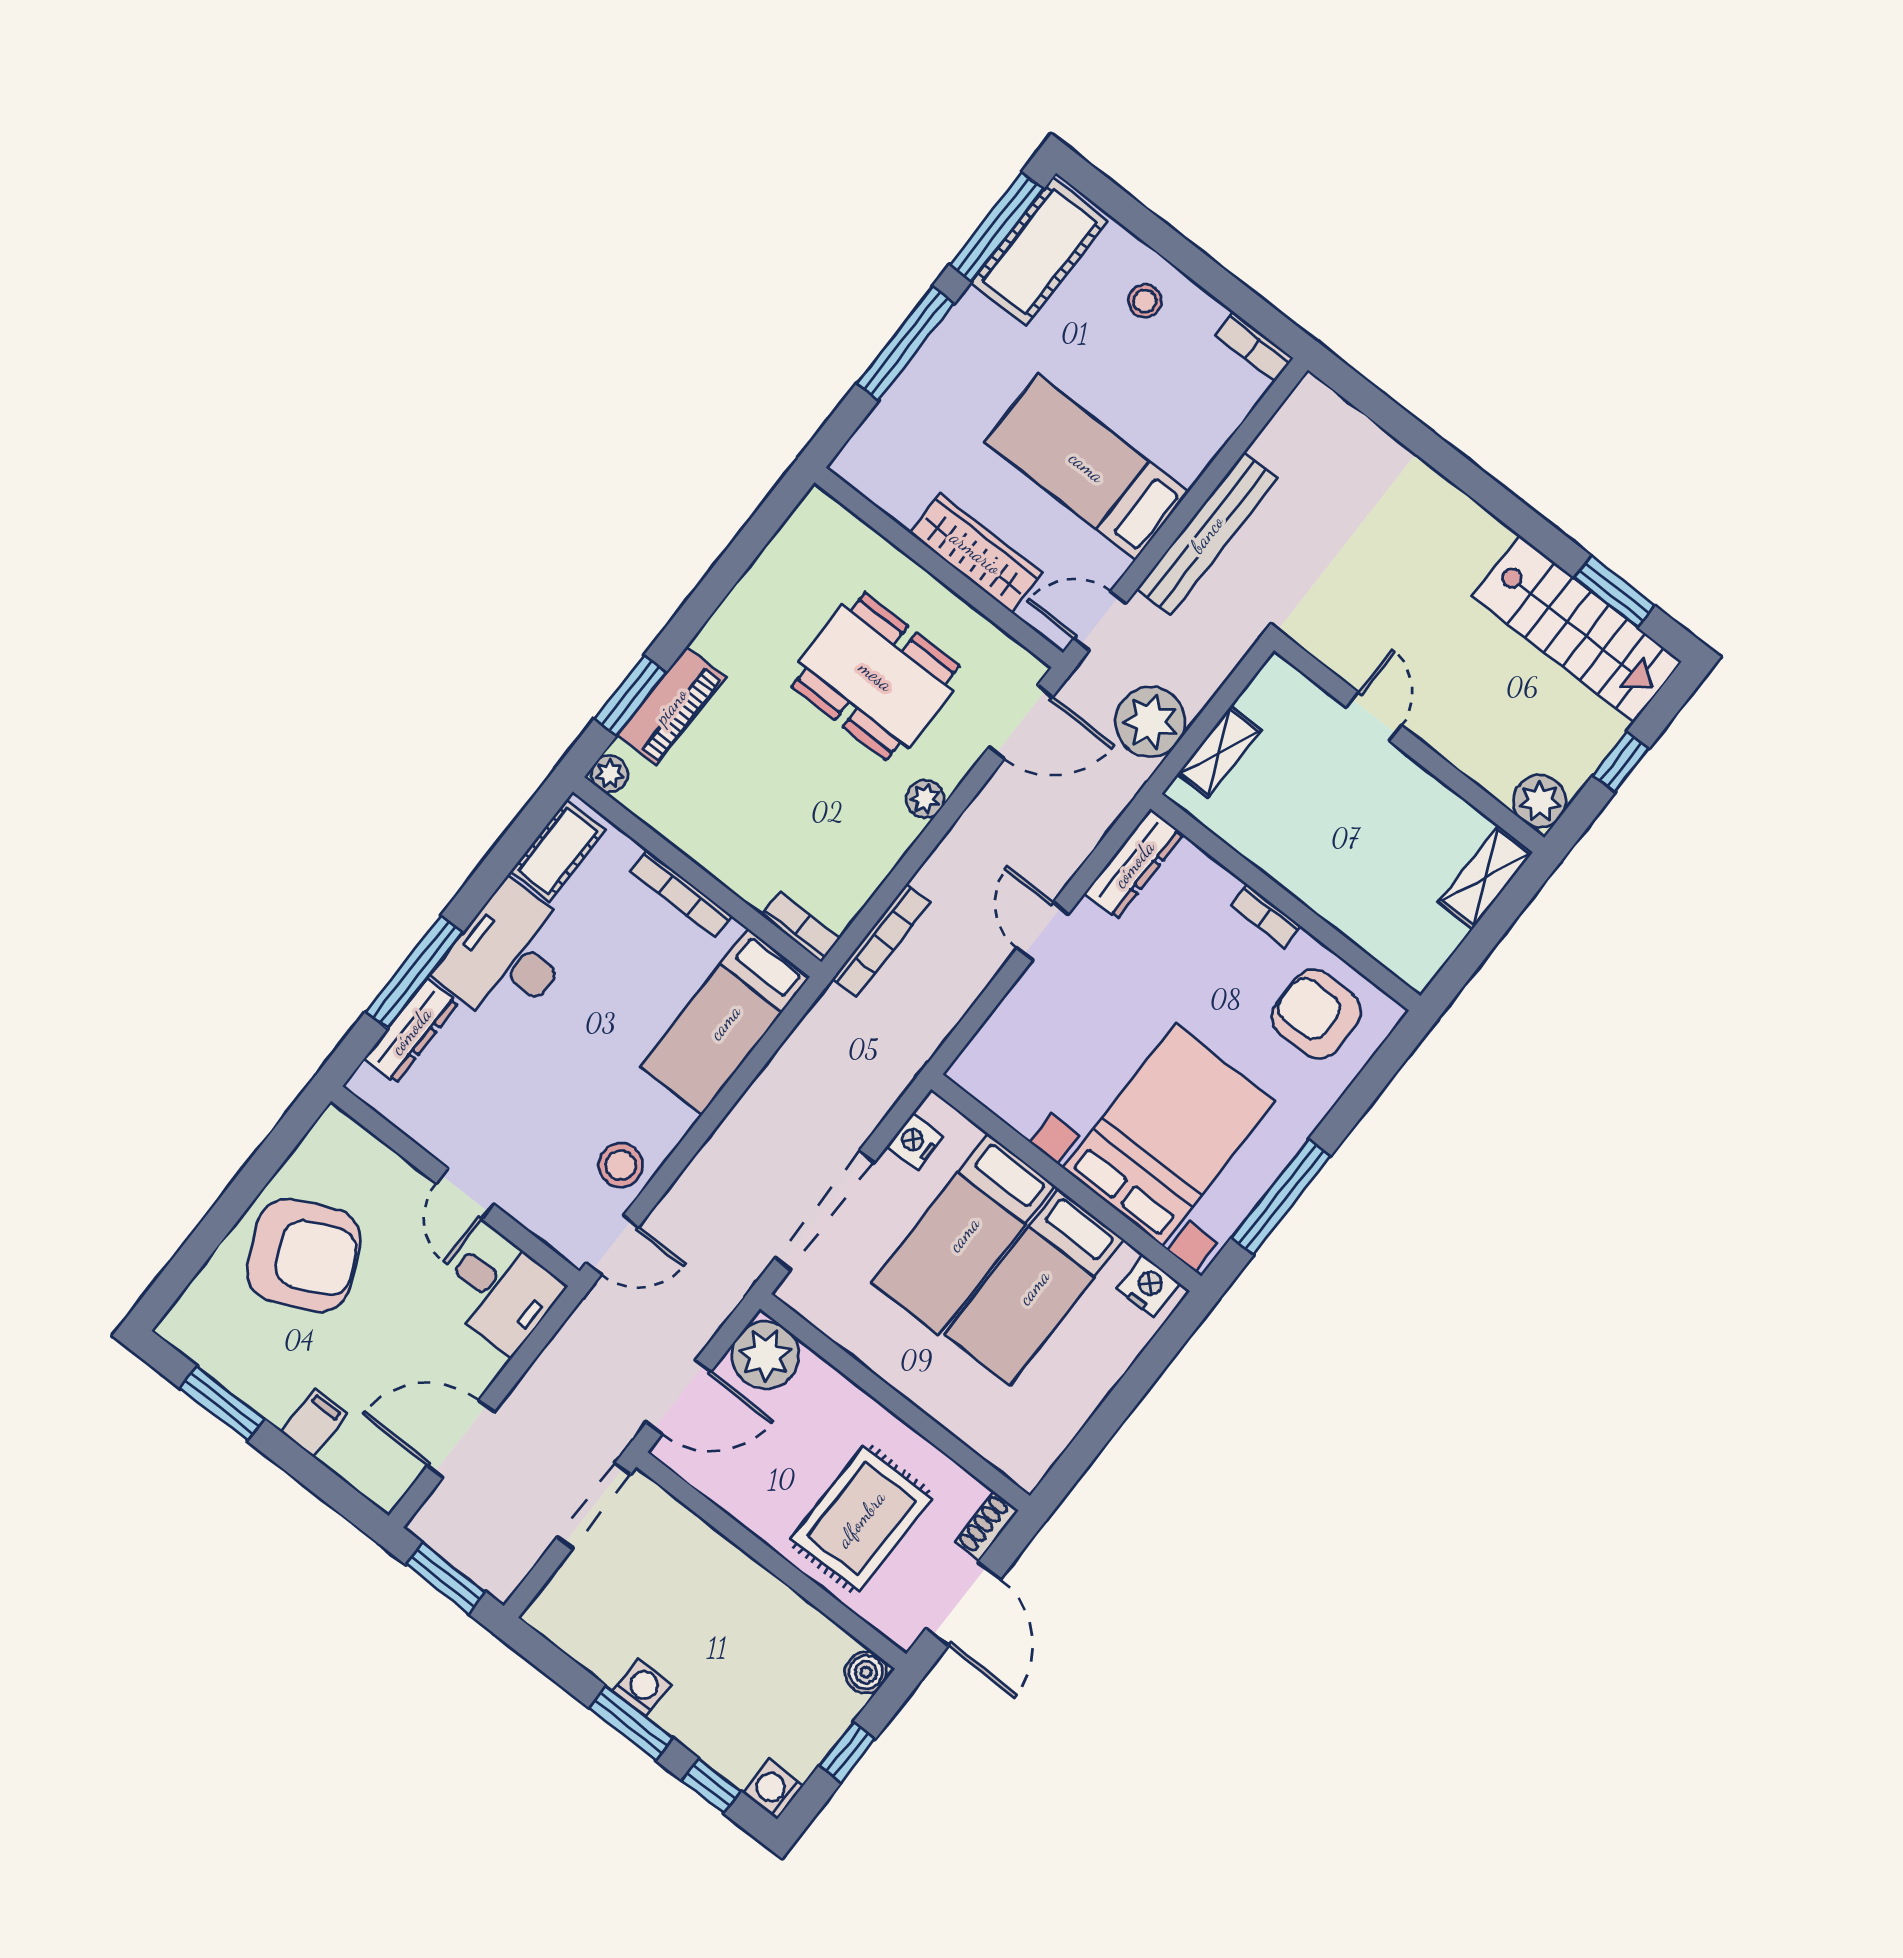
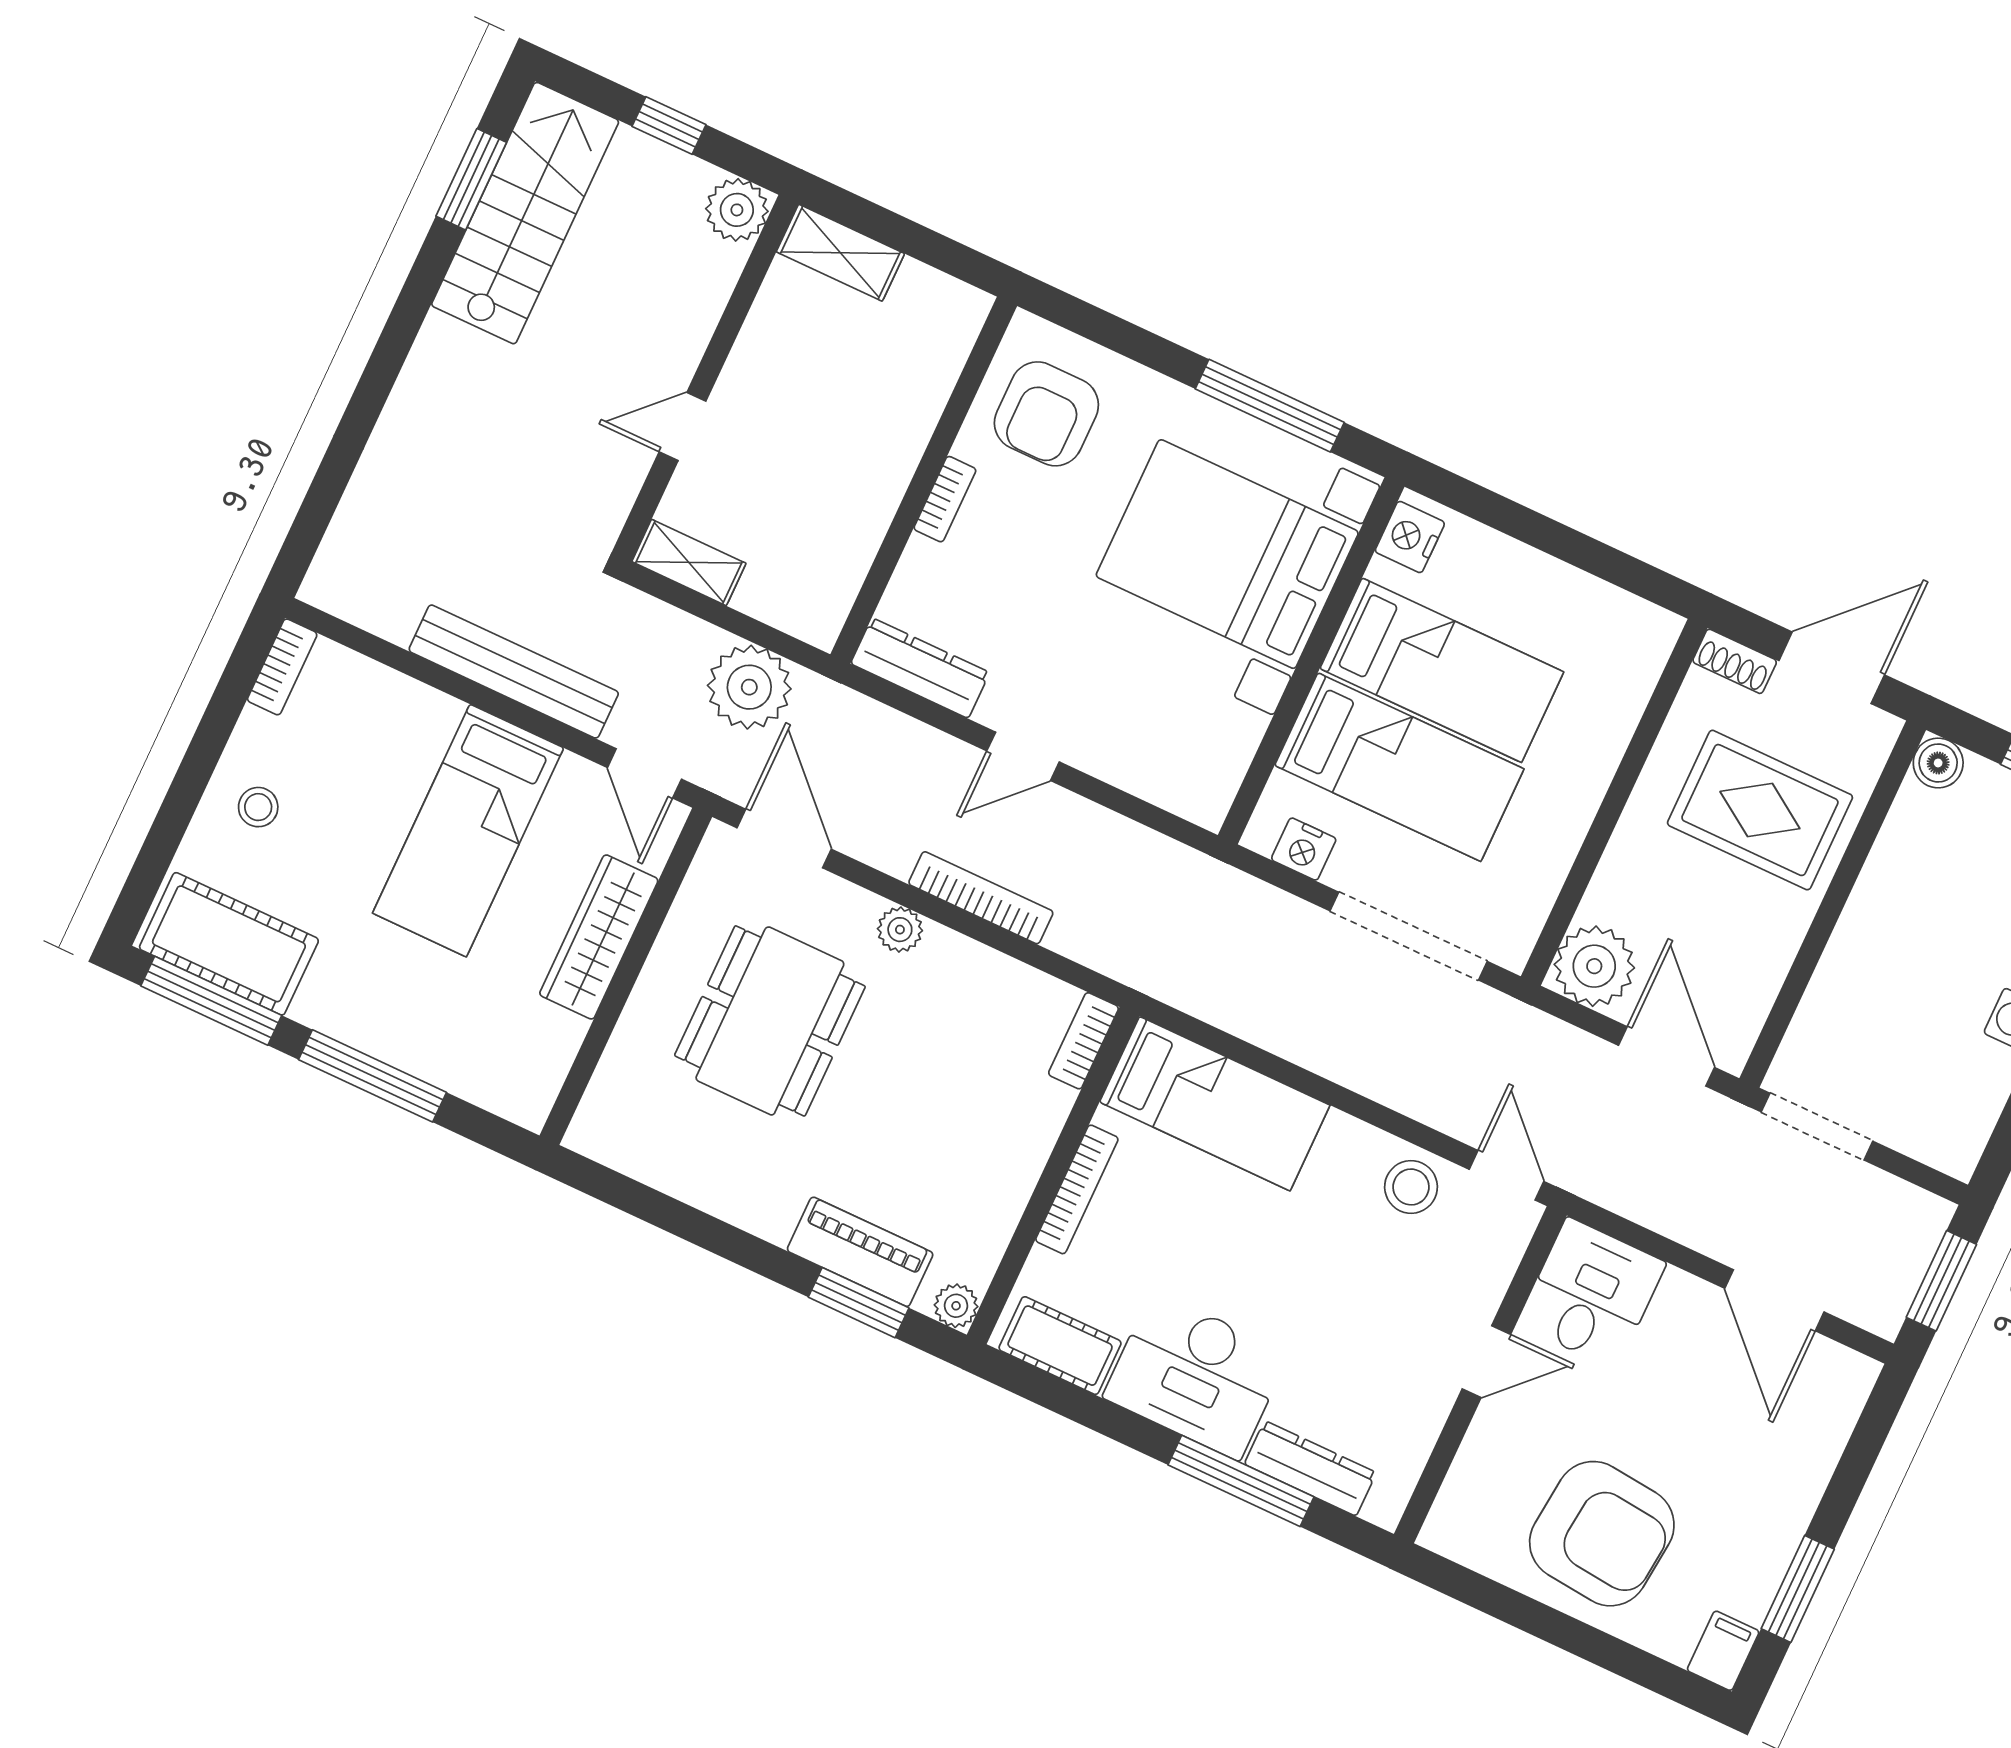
shelving: (1219, 752) -> (689, 562), moved
bookcase: (881, 940) -> (981, 898), moved
armchair: (304, 1255) -> (1602, 1534), turned 121
filing cabinet: (314, 1423) -> (1723, 1651), moved, turned 90

